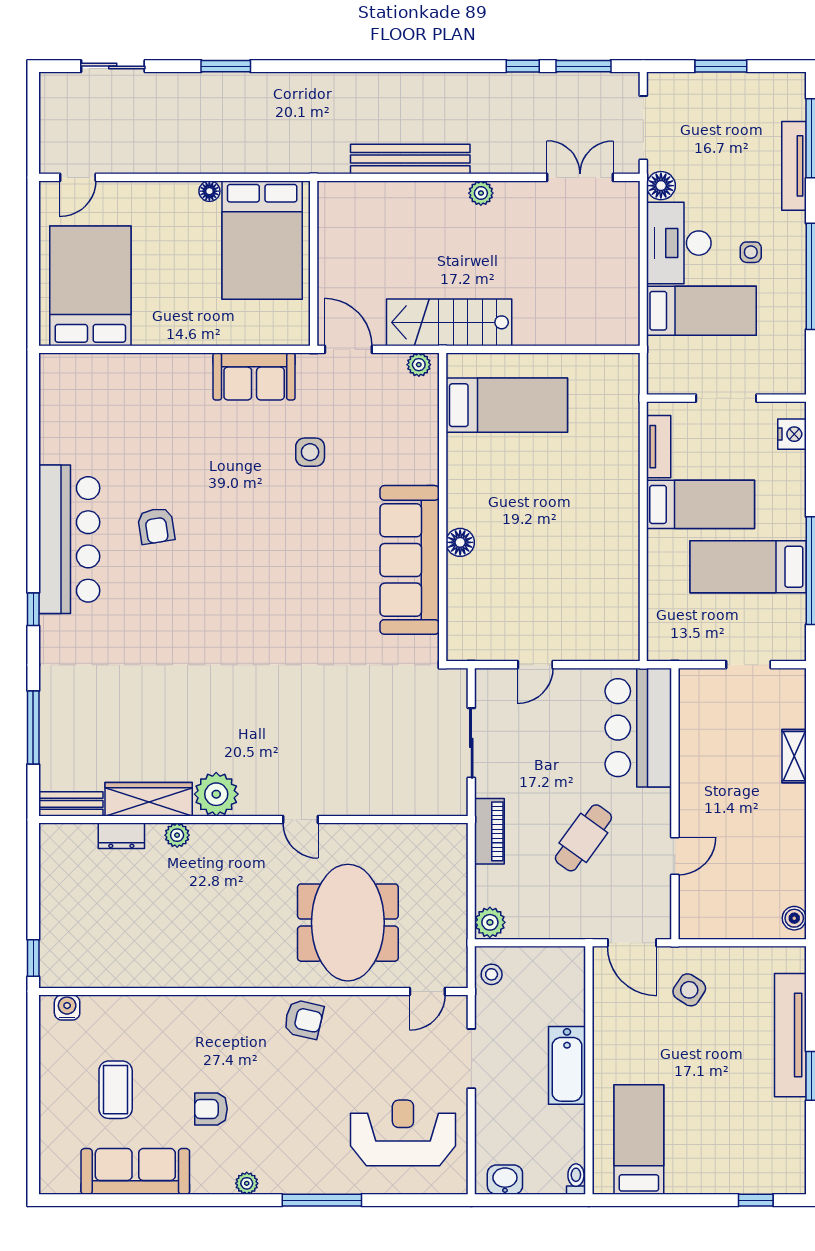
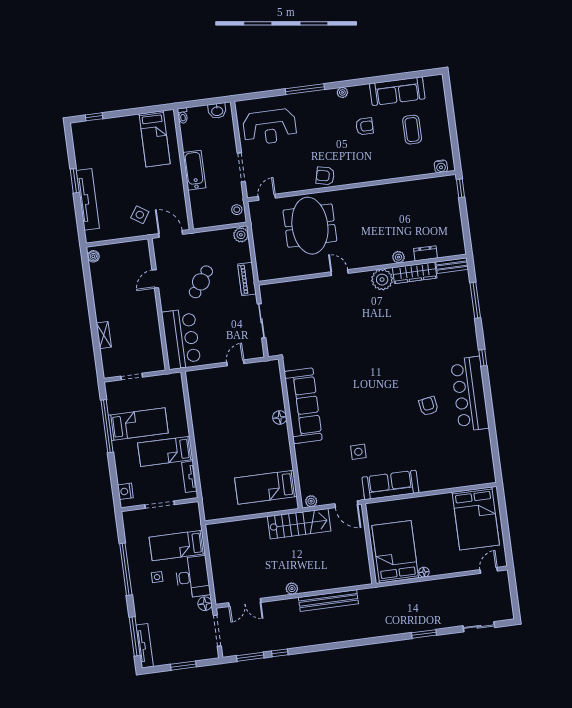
tv unit: (794, 166) -> (145, 646), moved
sofa: (254, 376) -> (390, 485), width x1.36

